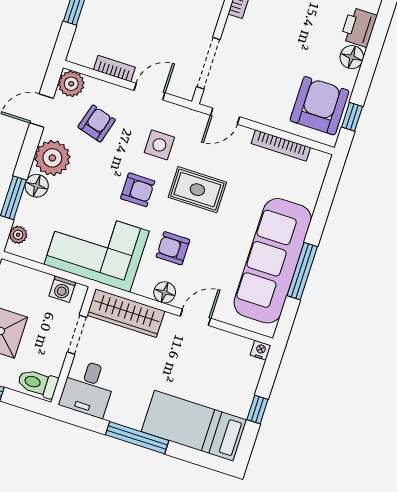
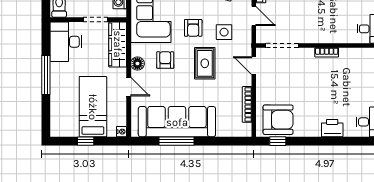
floor lamp: (352, 57) -> (313, 130), removed
desk: (88, 388) -> (66, 42), width x1.37
bed: (194, 426) -> (93, 107), moved

